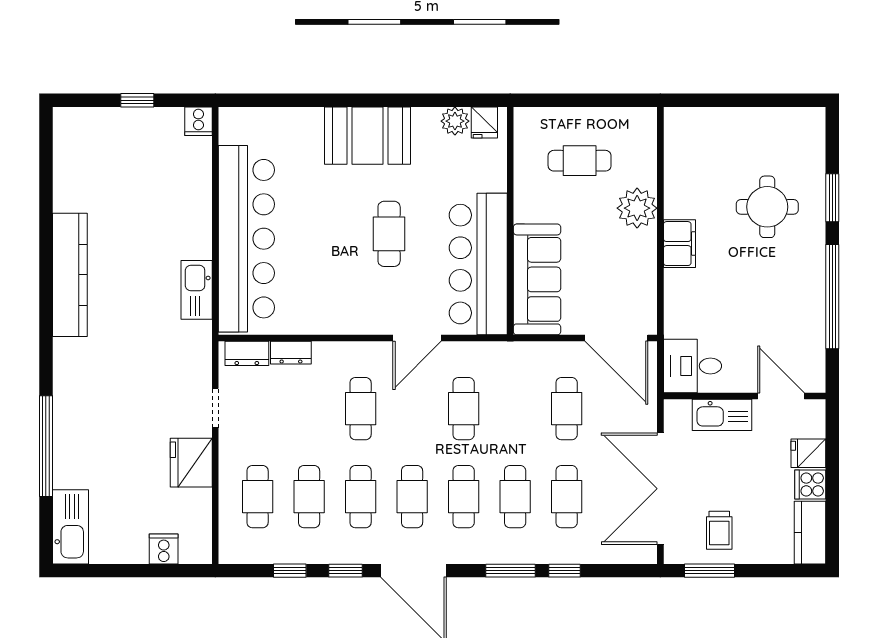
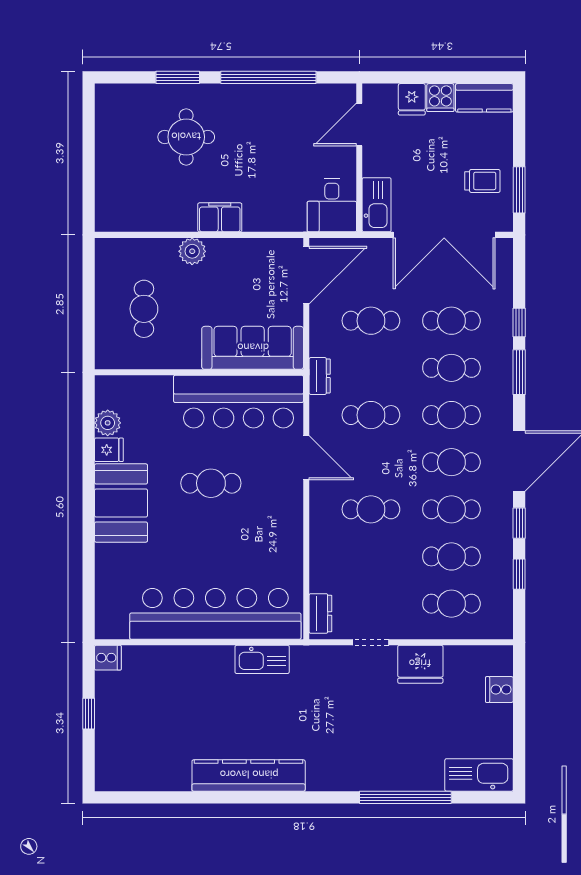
fridge: (484, 122) -> (109, 450), moved
plant: (637, 208) -> (192, 251), width x0.73, depth x0.73
dresser: (291, 353) -> (320, 376), moved
kitchen sink: (722, 415) -> (377, 205), moved

